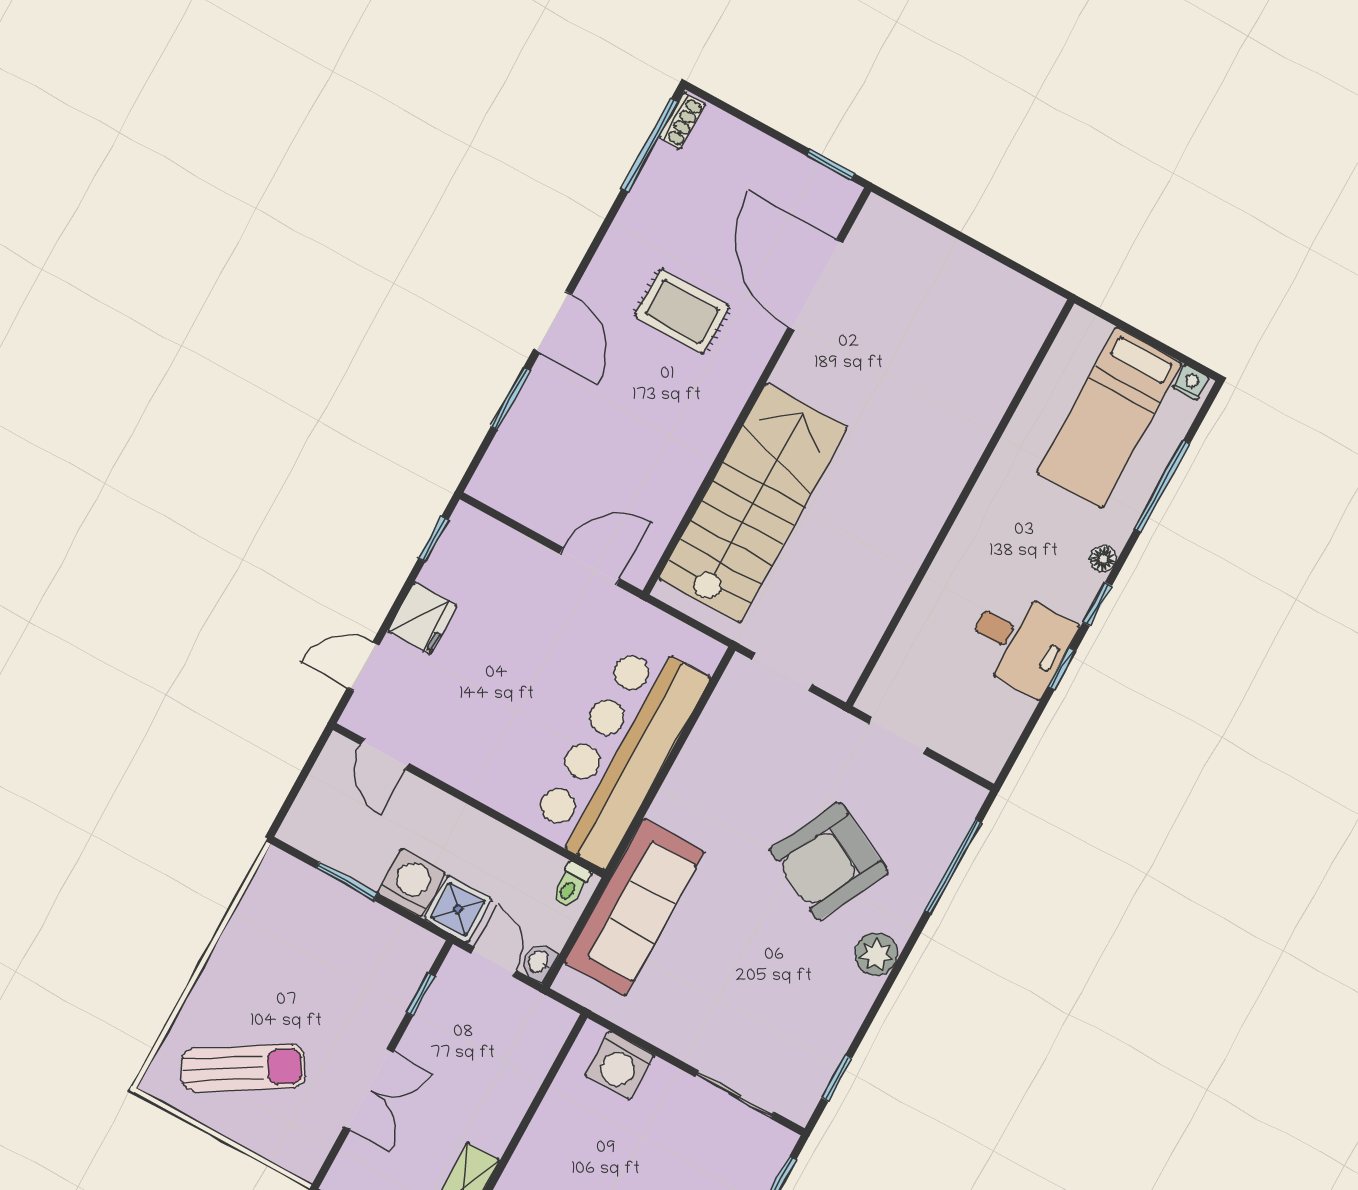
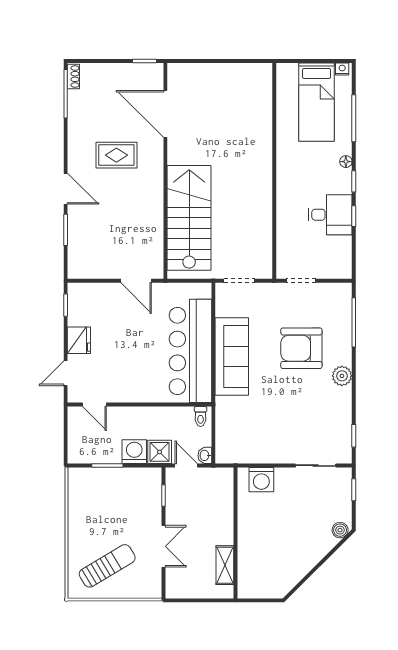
door: (590, 566) -> (136, 281), swing flipped
armchair: (829, 861) -> (301, 348), turned 63
sofa: (634, 907) -> (232, 357), moved

